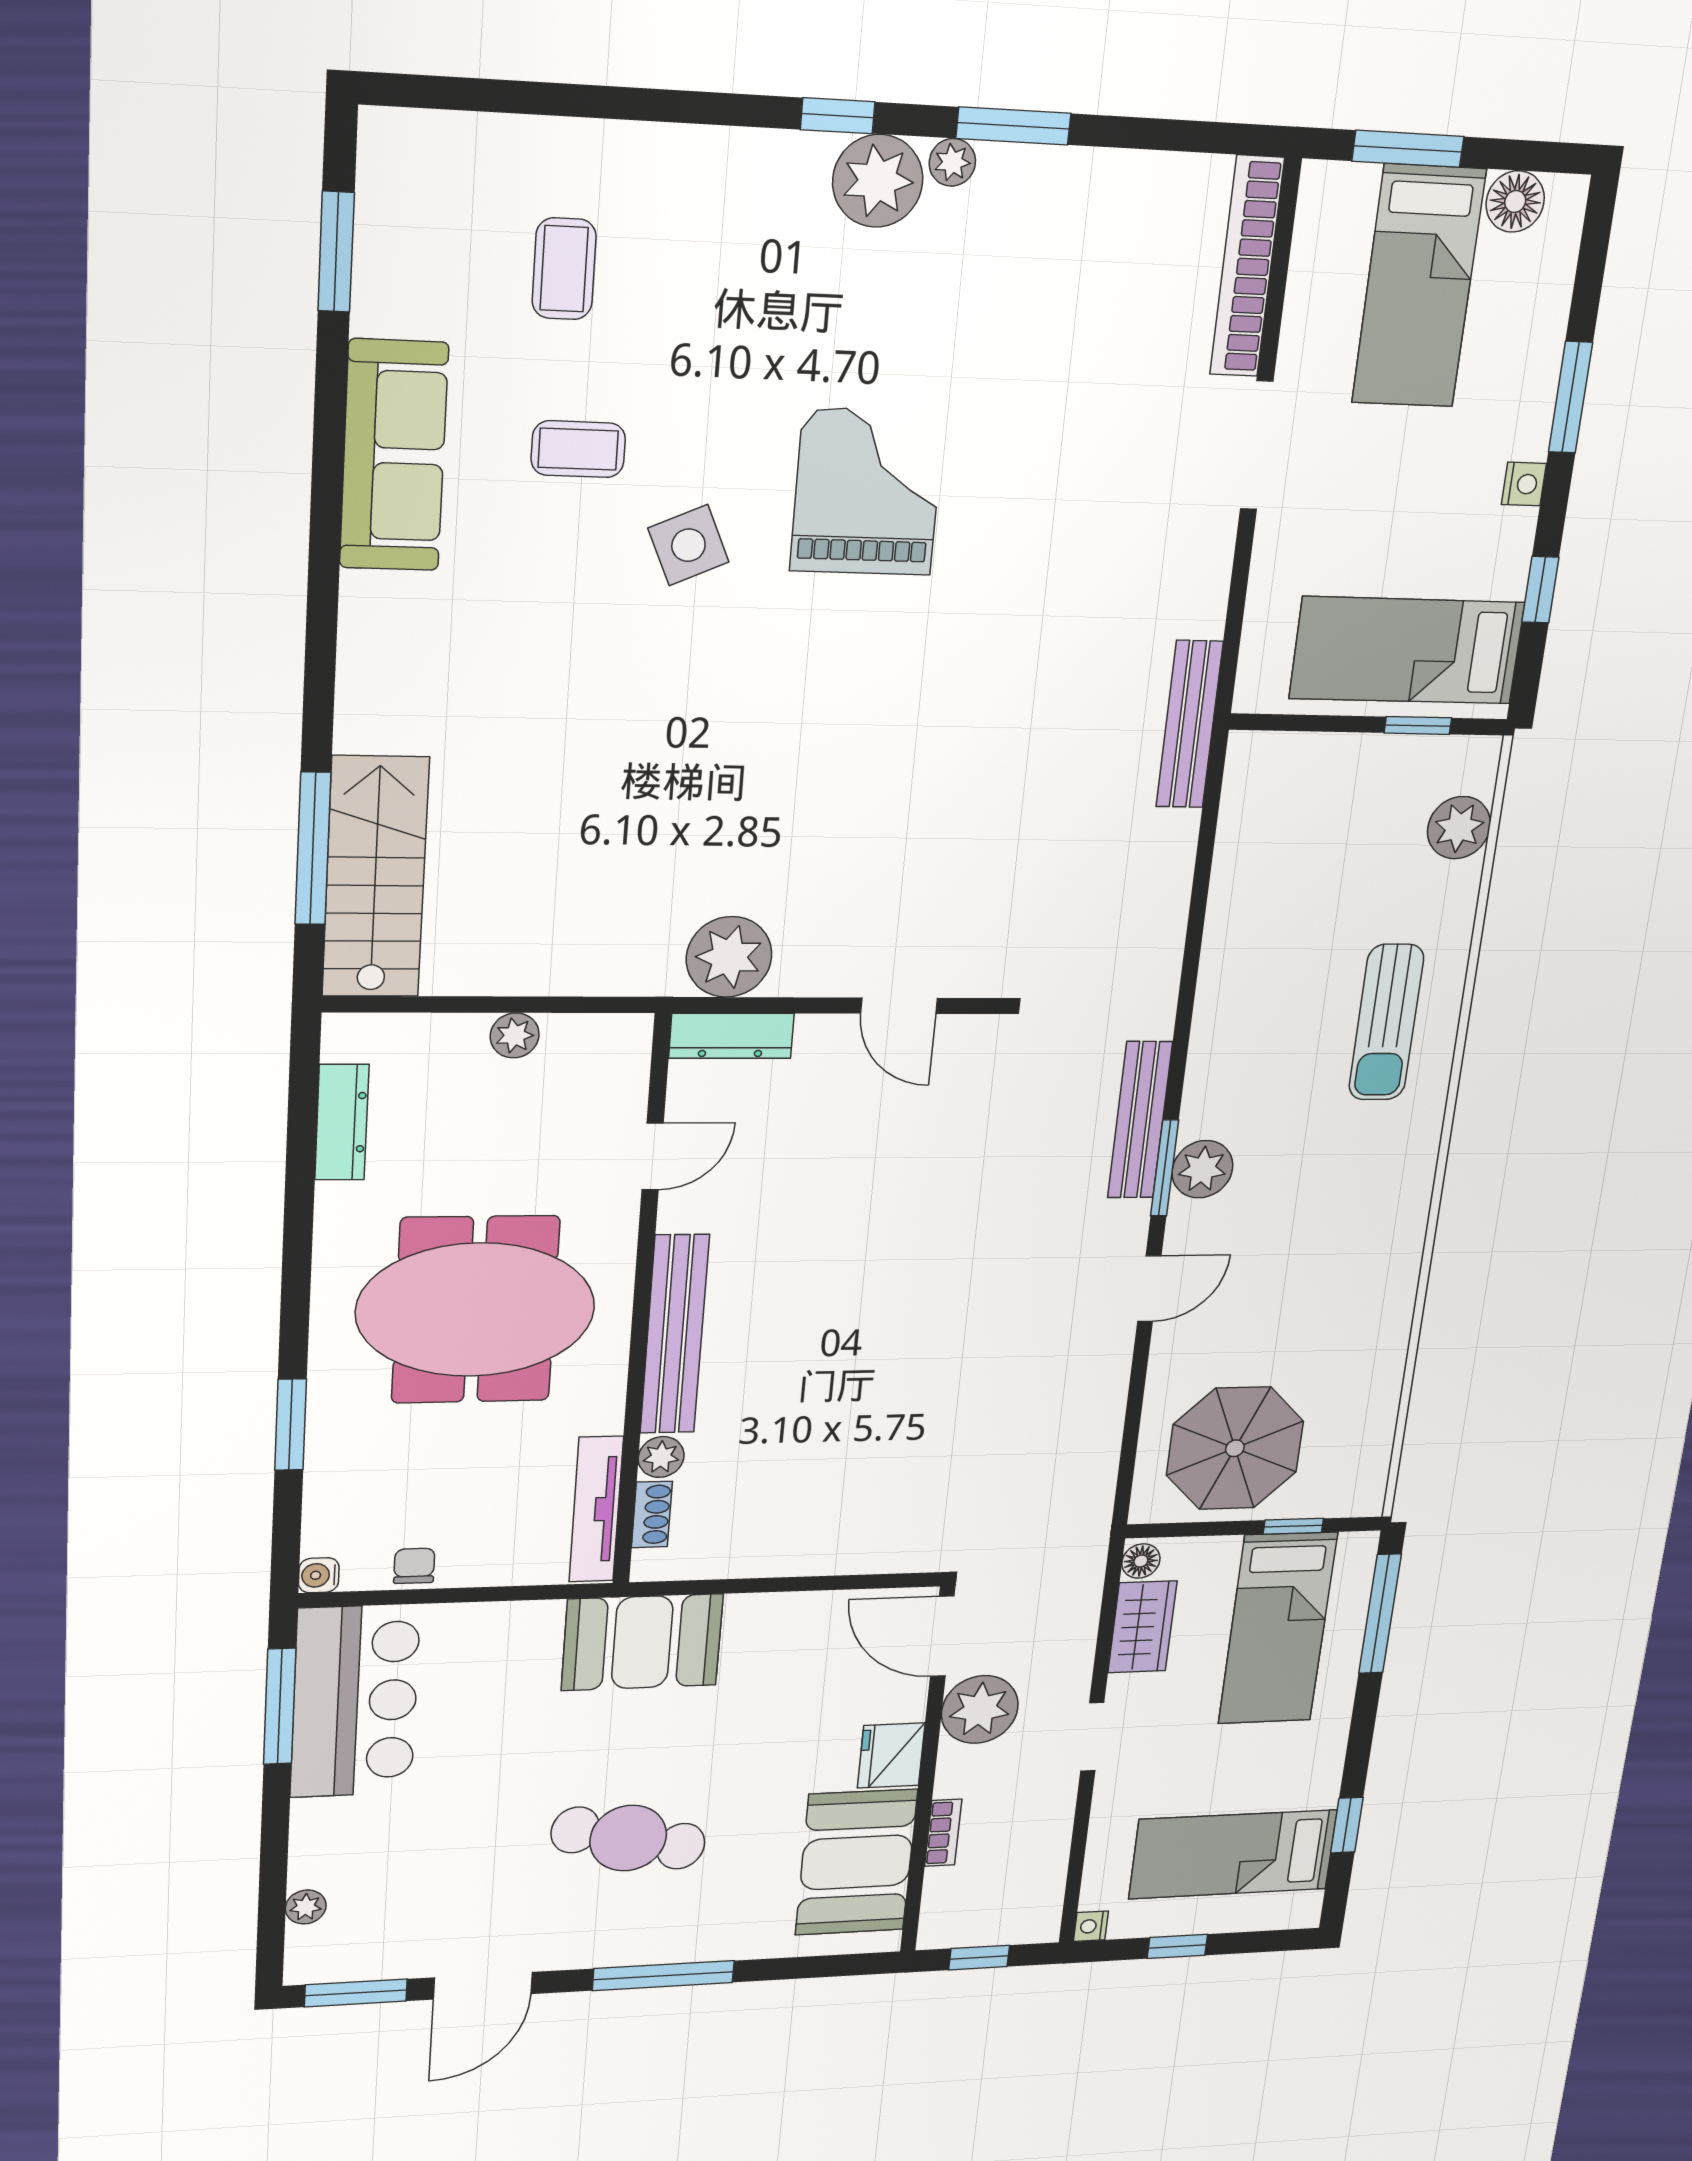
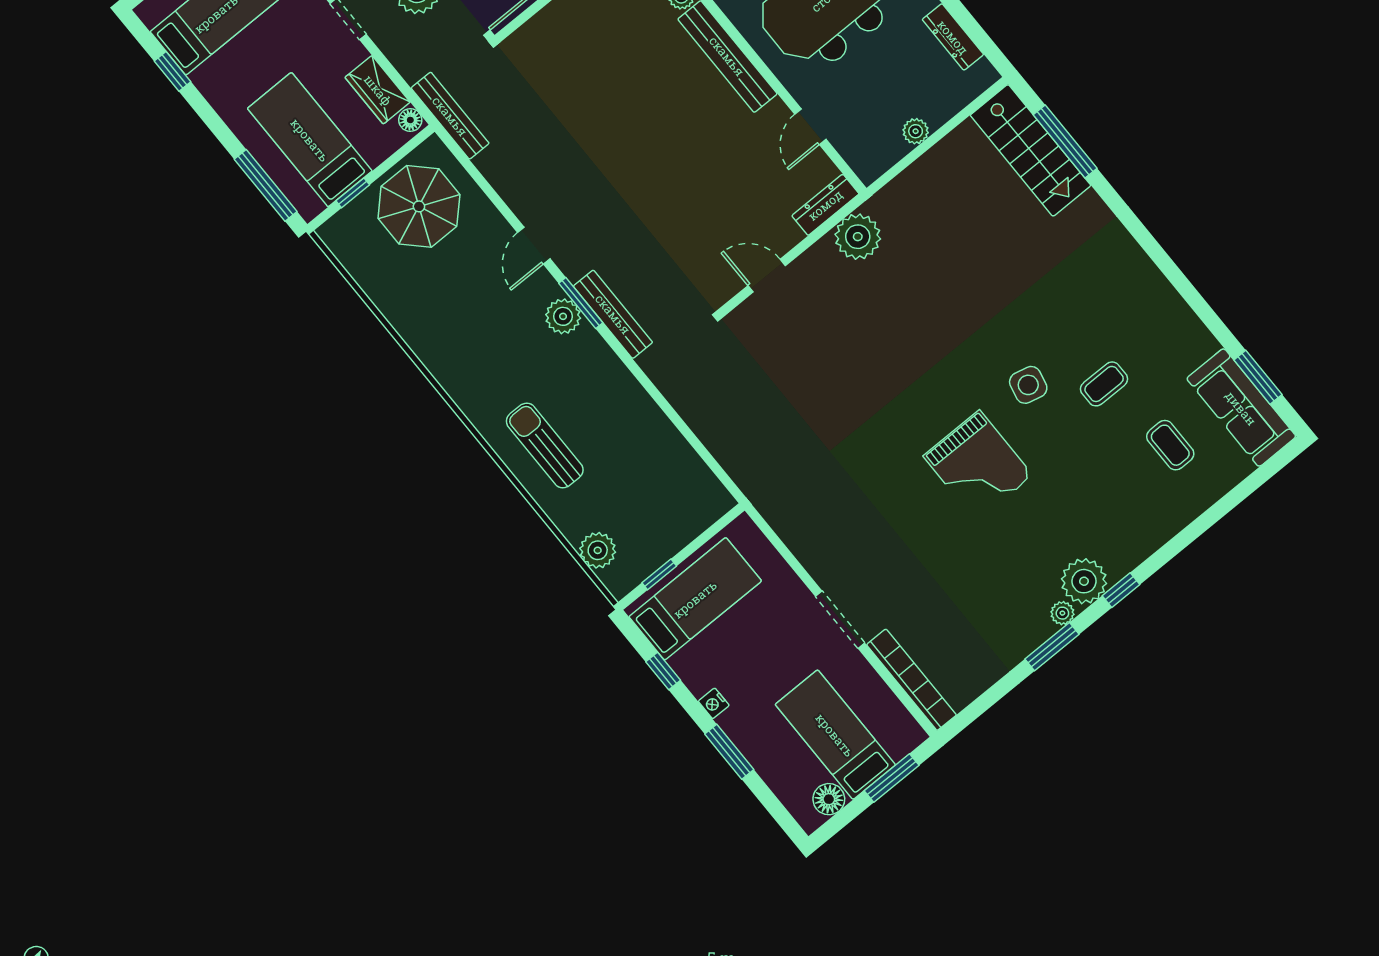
sofa: (394, 456) -> (1241, 408), moved
side table: (688, 545) -> (1028, 385), turned 37
bench: (1190, 724) -> (450, 116), moved

